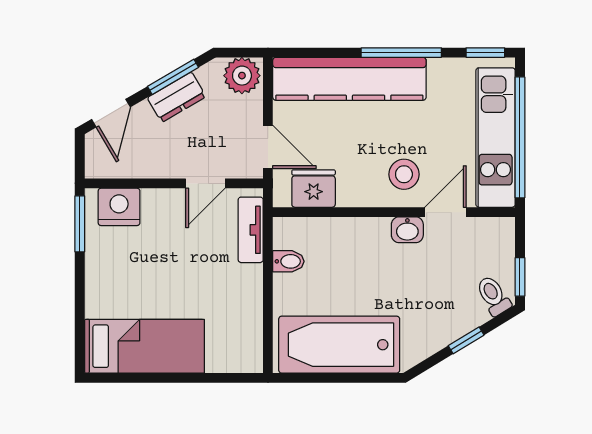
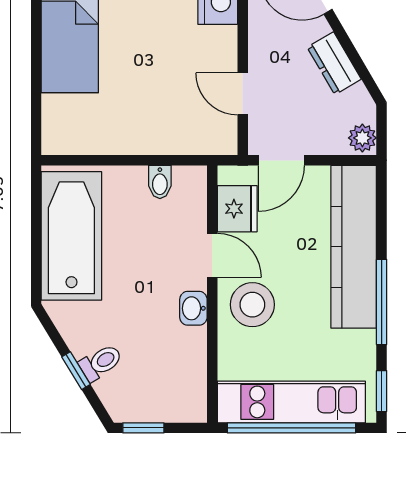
plant: (242, 76) -> (362, 138), width x0.73, depth x0.73
window: (173, 77) -> (356, 59), removed
stool: (404, 174) -> (252, 305), width x1.38, depth x1.38
door: (445, 212) -> (212, 255), moved
tv unit: (251, 230) -> (193, 142), removed
toilet: (493, 296) -> (101, 362), moved

